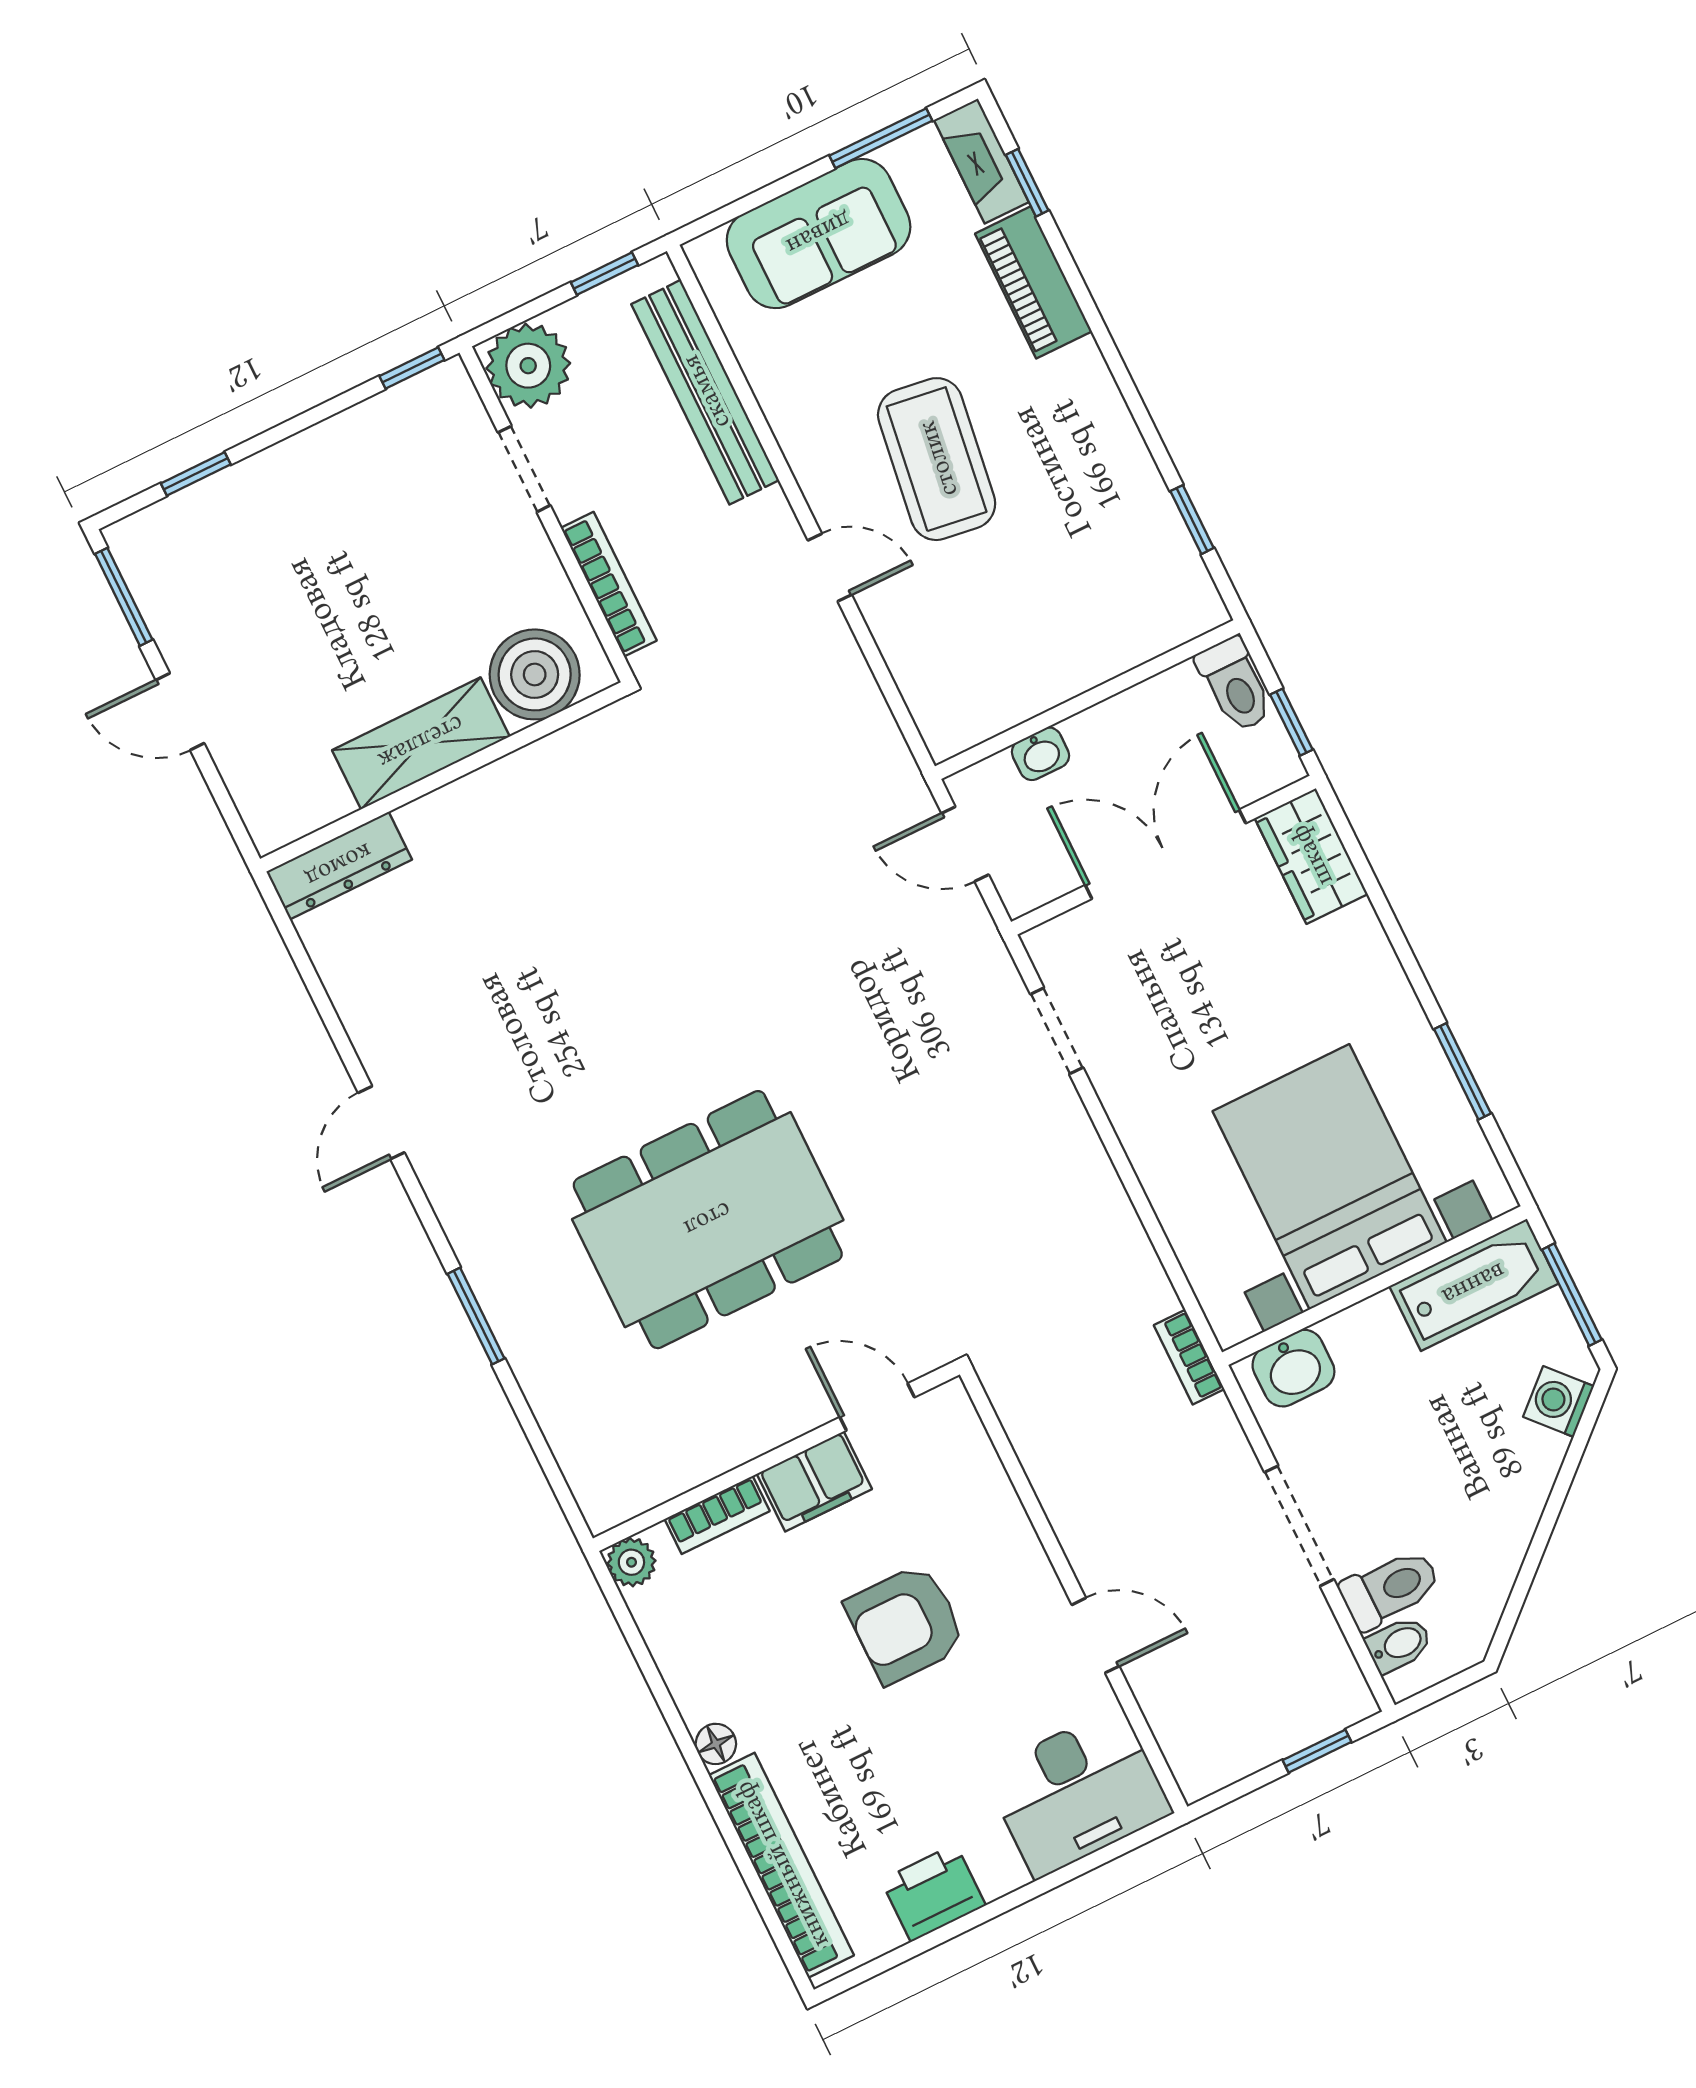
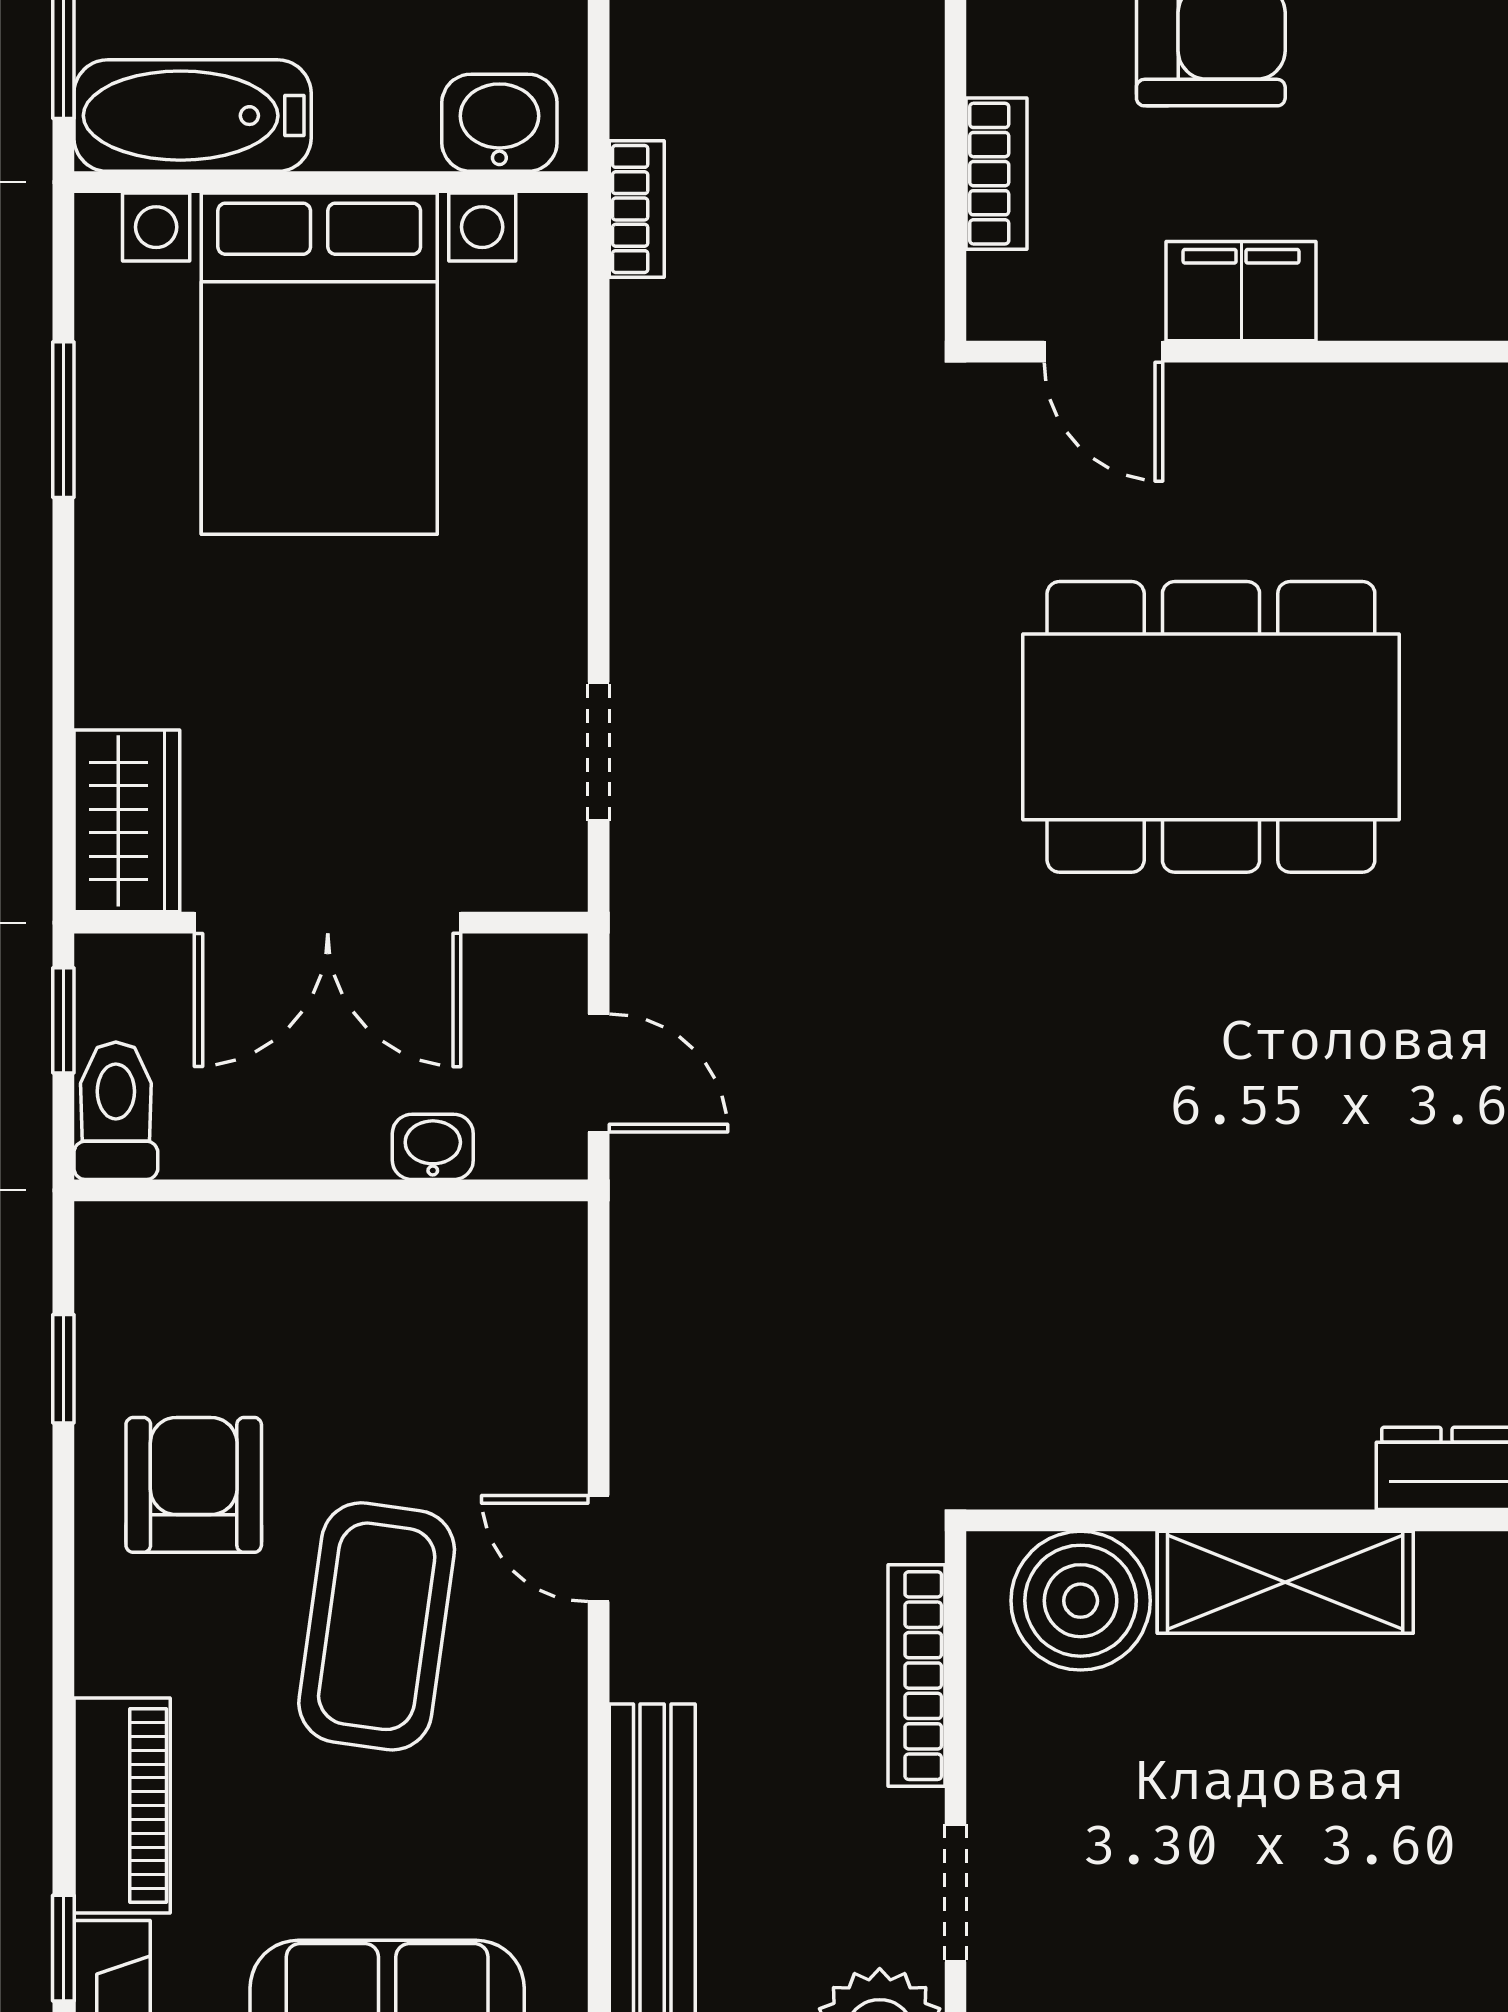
armchair: (1083, 489) -> (194, 1485), added
bookcase: (717, 1515) -> (996, 174), moved, turned 90

